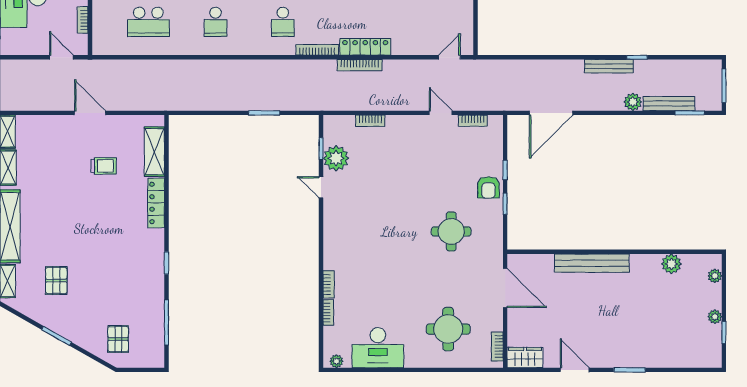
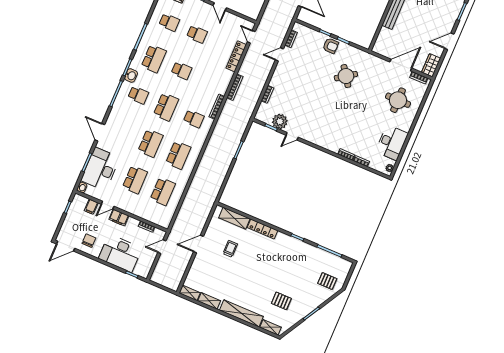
school desk: (216, 22) -> (178, 155), width x1.85
locker: (365, 47) -> (236, 56), moved
round table: (451, 231) -> (346, 76), turned -35
door: (505, 288) -> (401, 65), moved

